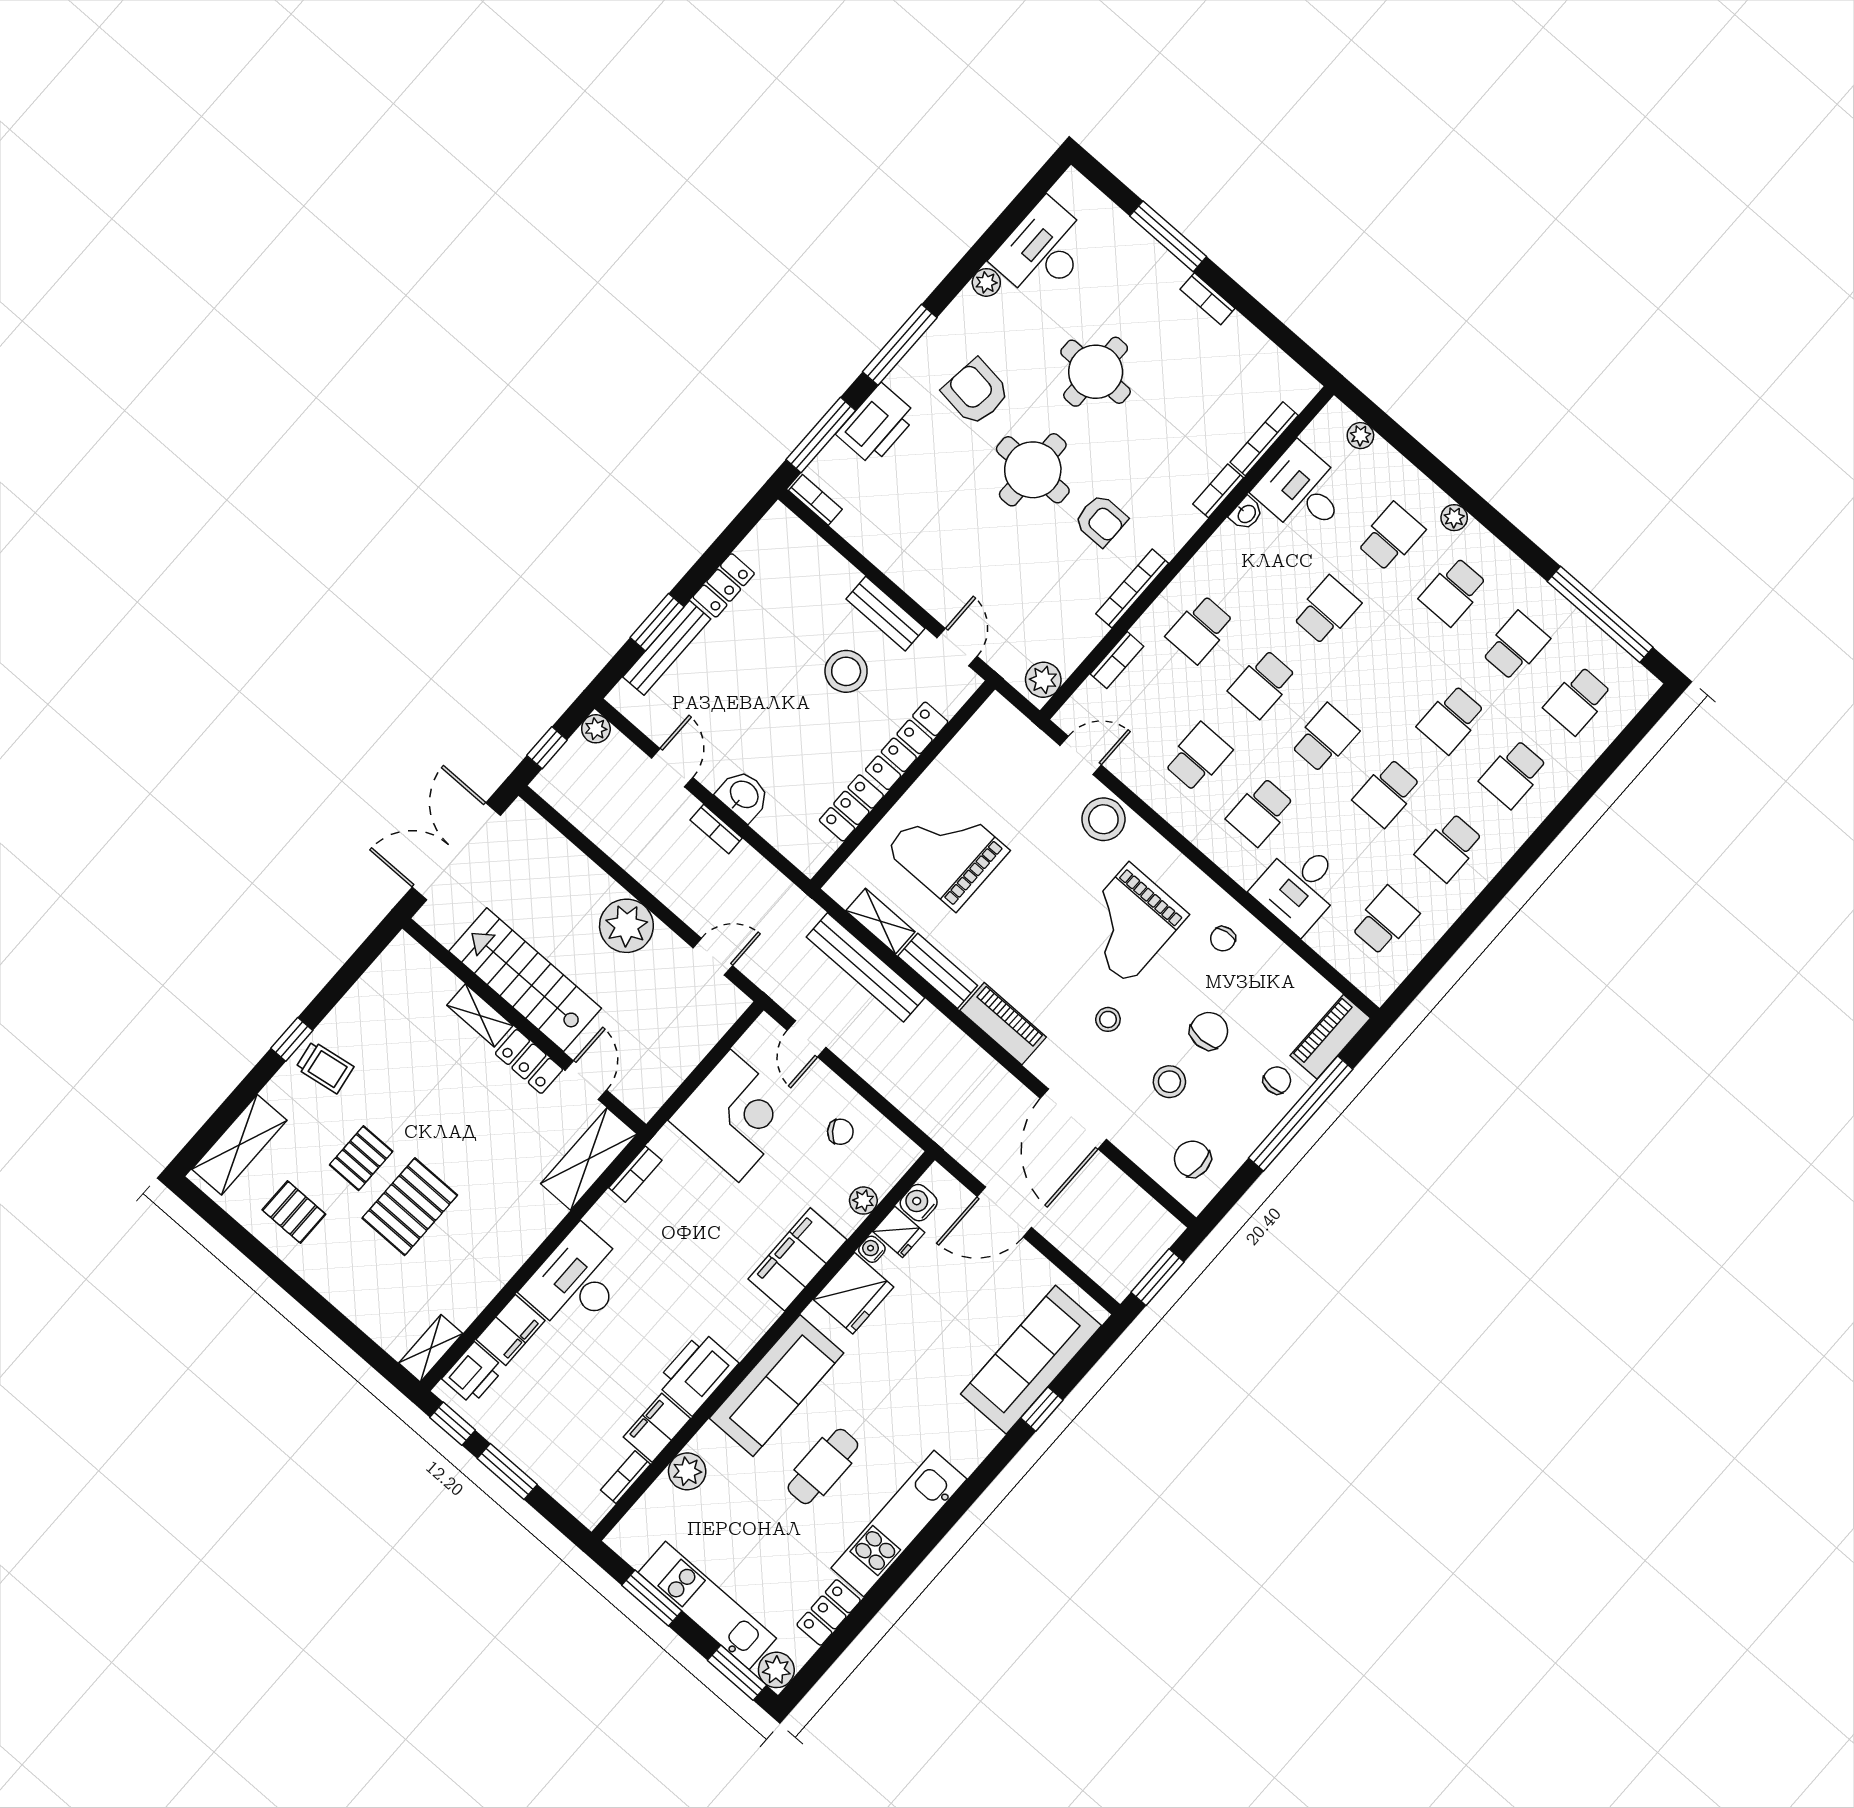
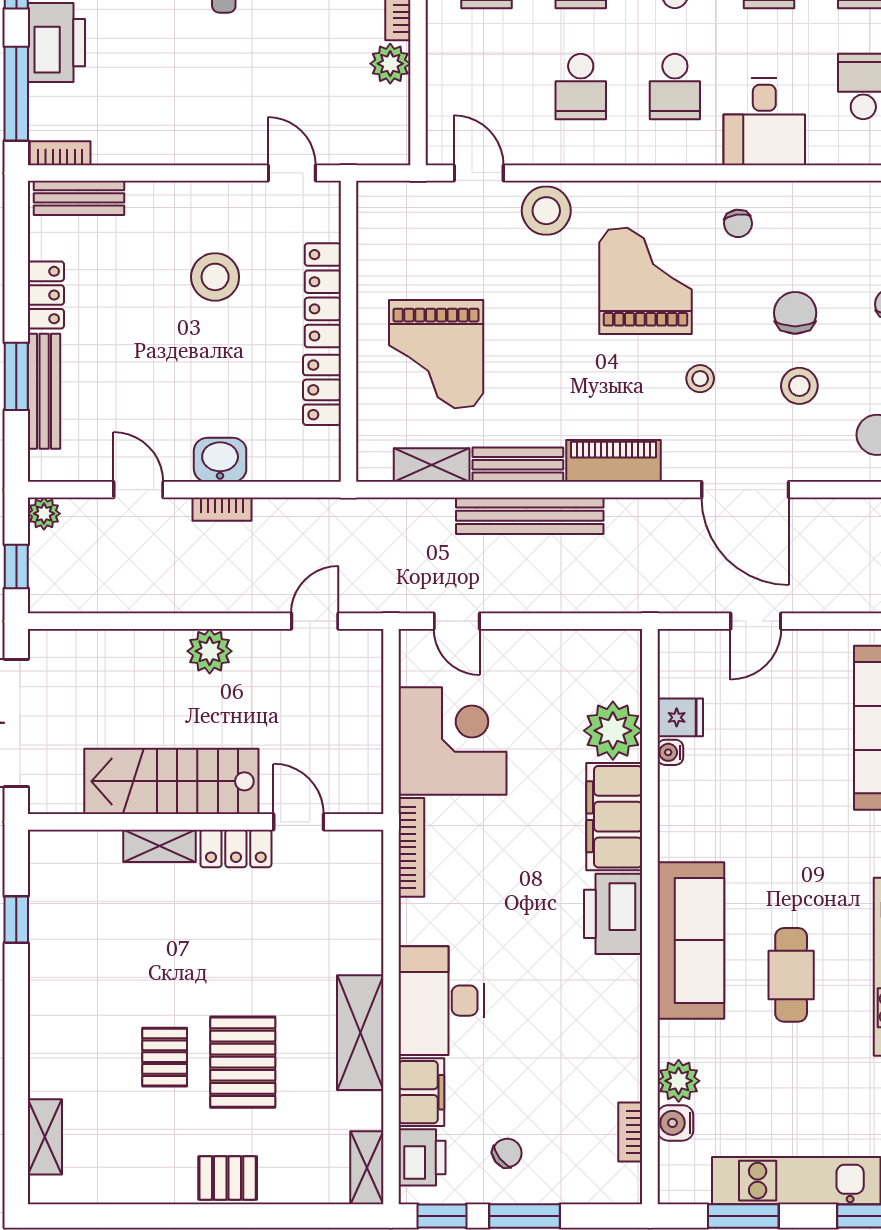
bench: (886, 614) -> (79, 198), moved
bookcase: (1117, 660) -> (439, 64), removed
plant: (1043, 680) -> (390, 64), moved
door: (1081, 755) -> (479, 173), hinge flipped
school desk: (1198, 757) -> (581, 86), turned 180
grand piano: (948, 850) -> (436, 354), turned -90
grand piano: (1128, 923) -> (646, 281), turned 180
plant: (626, 926) -> (210, 651), width x0.73, depth x0.73
bench: (866, 967) -> (530, 516), moved
window: (292, 1039) -> (16, 920), moved
trolley: (325, 1067) -> (66, 1007), removed
chair: (840, 1132) -> (507, 1153), moved
shelving: (239, 1145) -> (45, 1137), width x0.67, depth x0.75
shelving: (589, 1159) -> (360, 1033), moved
bookcase: (635, 1174) -> (411, 847), width x1.56
plant: (863, 1201) -> (613, 731), width x1.87, depth x1.87
water cooler: (919, 1203) -> (675, 1123), moved
pallet: (294, 1212) -> (228, 1178), moved
door: (1004, 1212) -> (756, 621), width x0.73
fridge: (854, 1293) -> (688, 804), removed
printer: (697, 1373) -> (613, 914), moved
filing cabinet: (657, 1428) -> (620, 1066), removed

